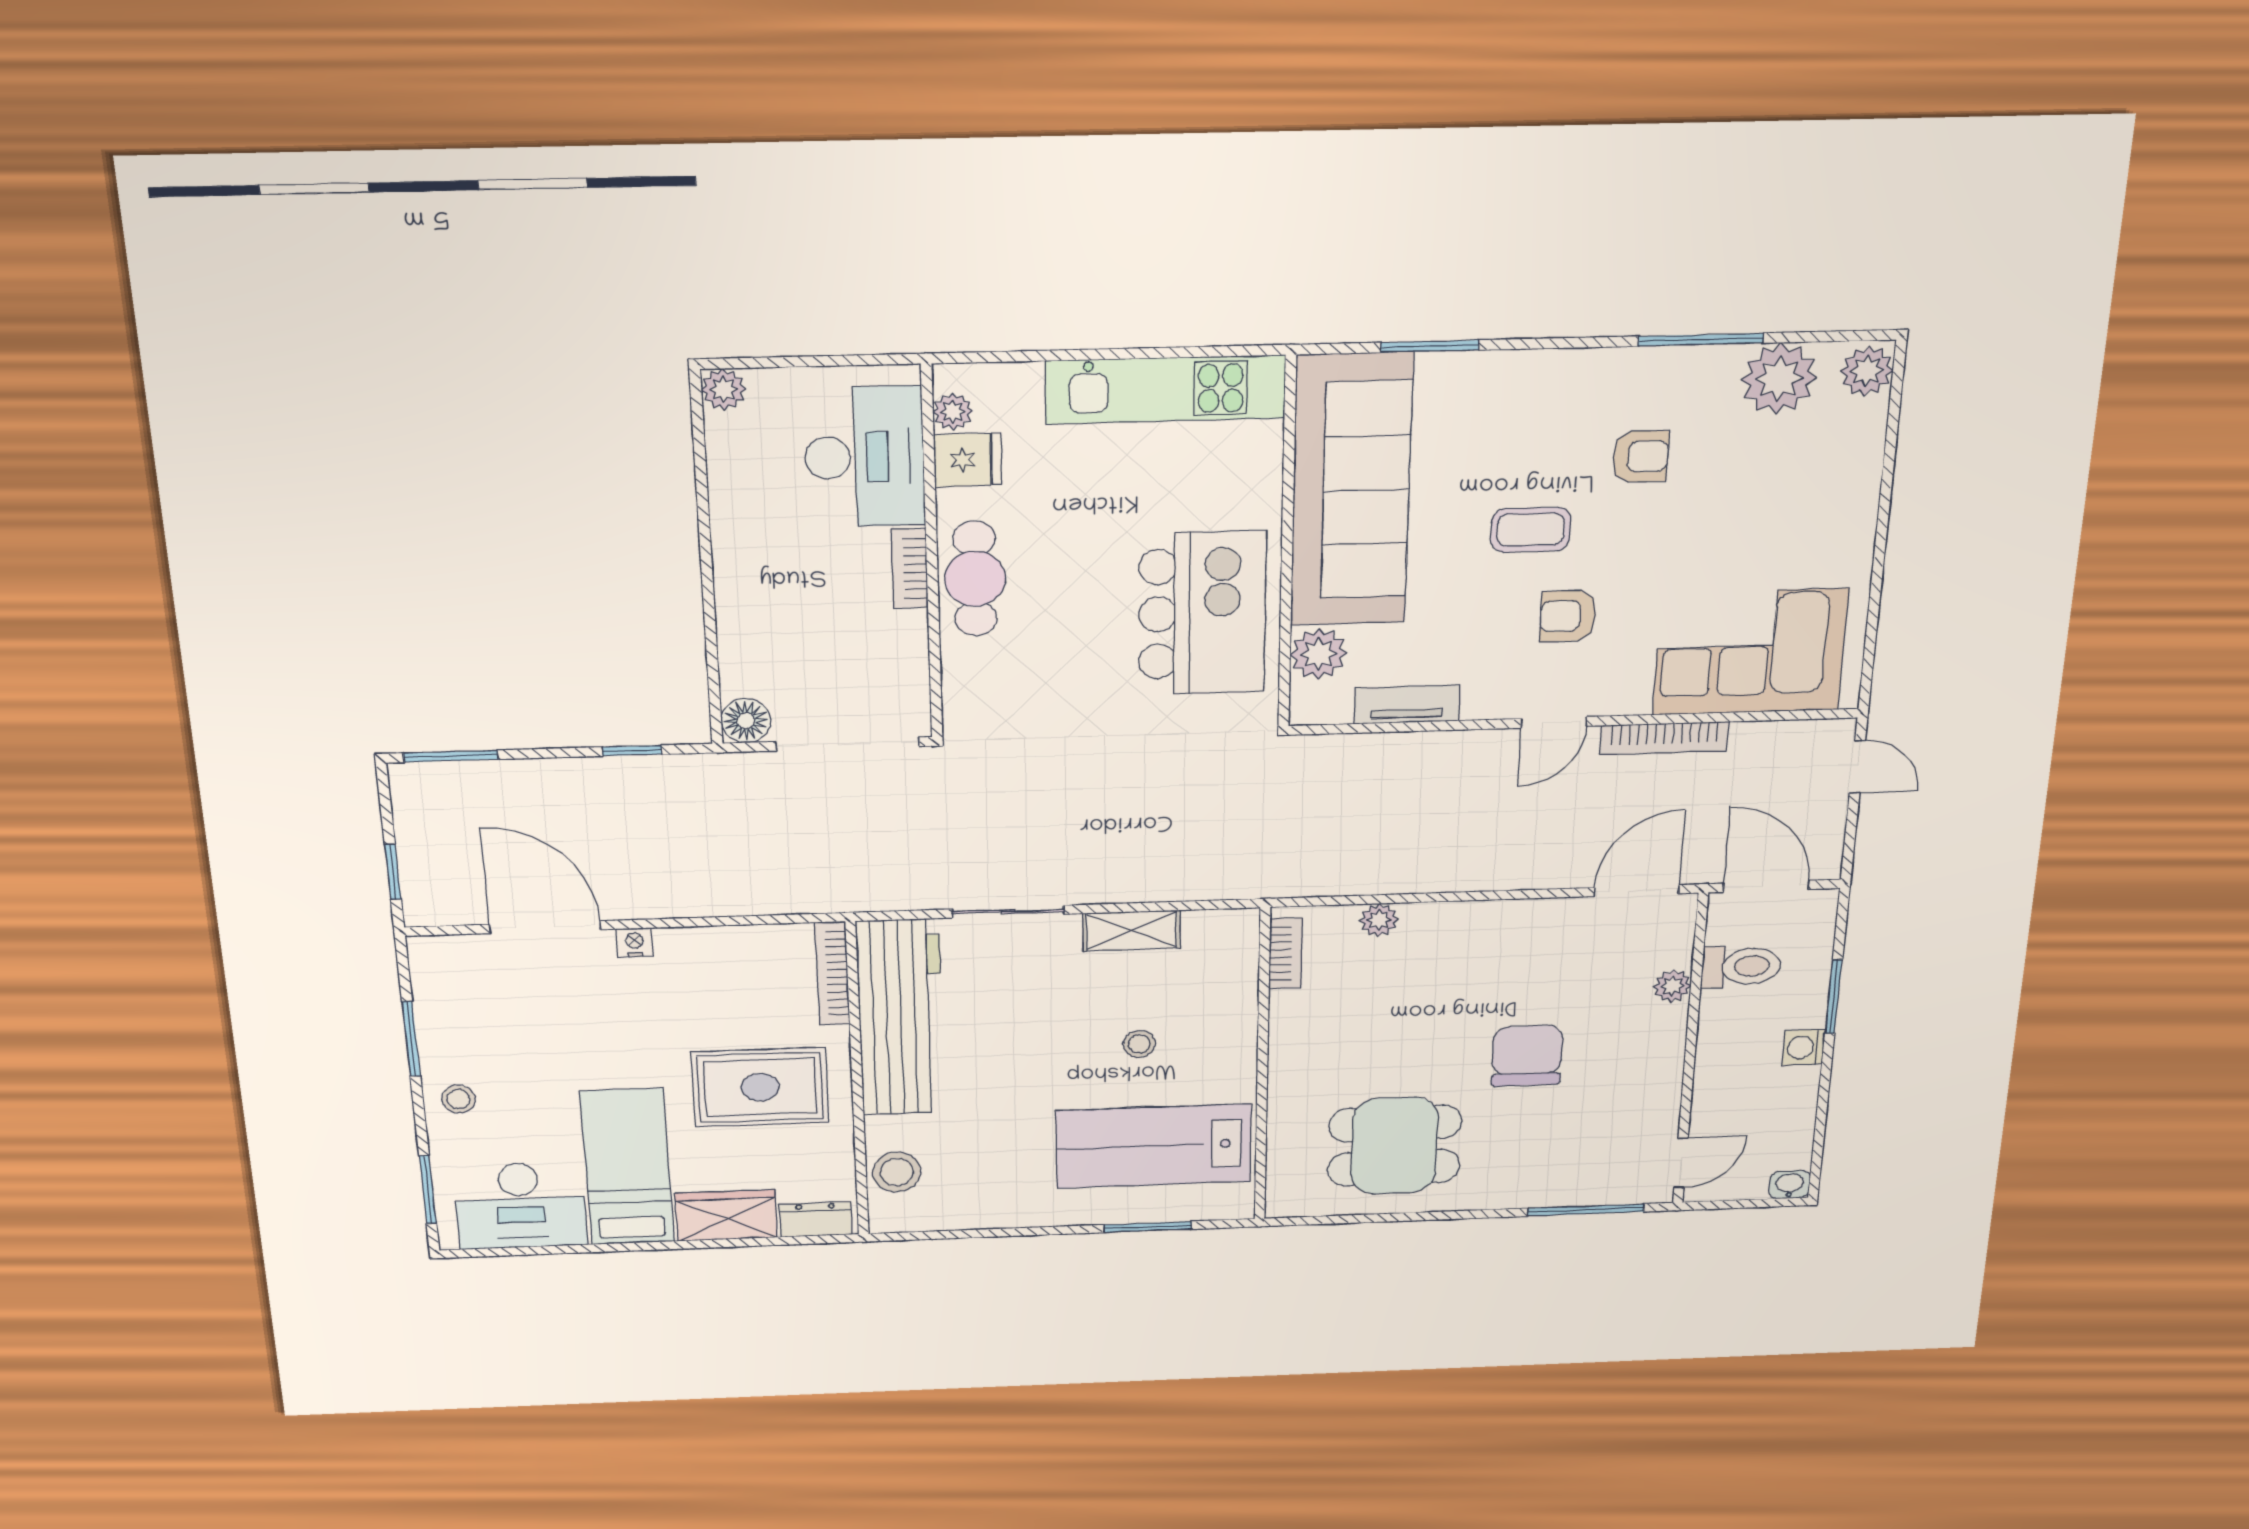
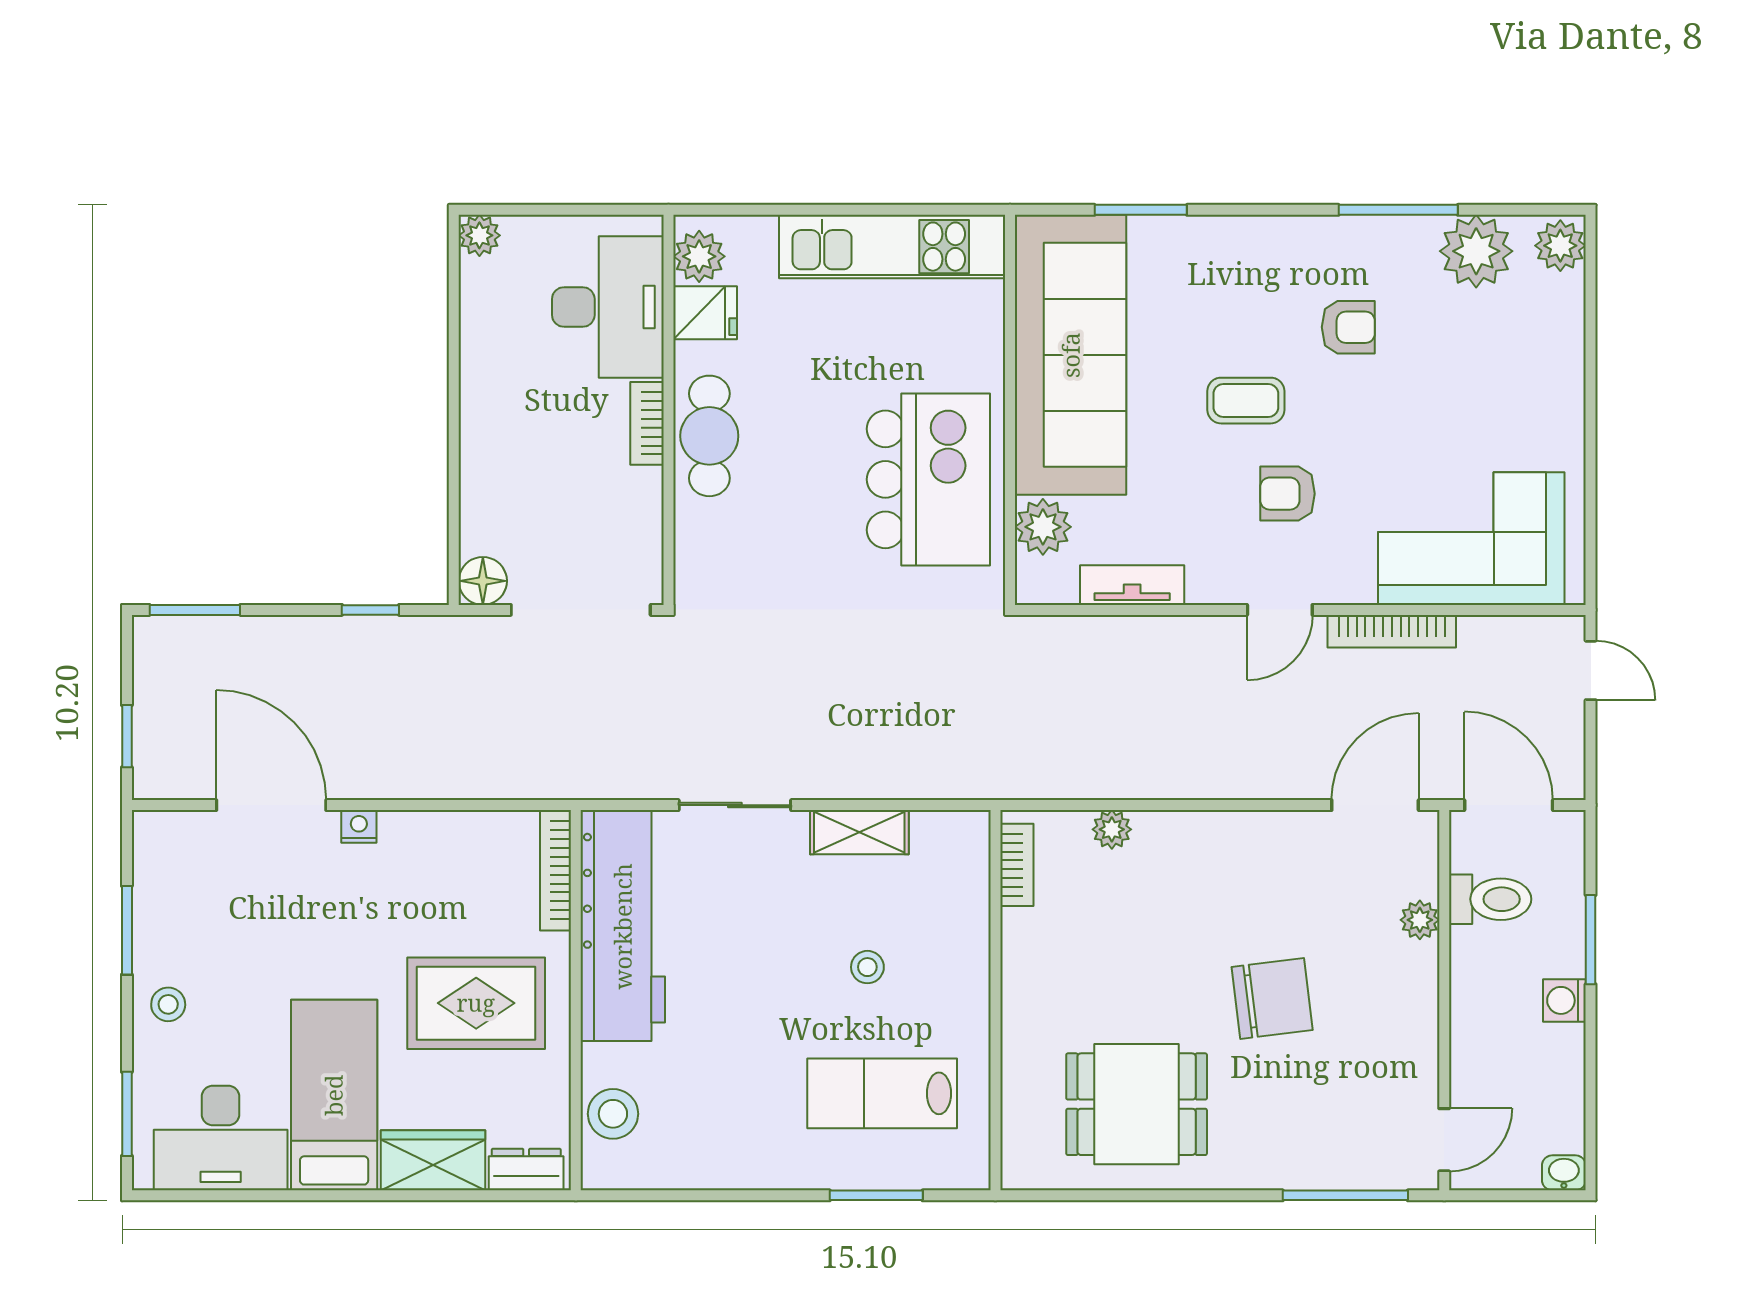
plant: (953, 412) -> (699, 256), width x1.38, depth x1.38
chair: (1527, 1056) -> (1272, 998), turned 83
lab bench: (1153, 1146) -> (882, 1093), width x0.73, depth x0.72

